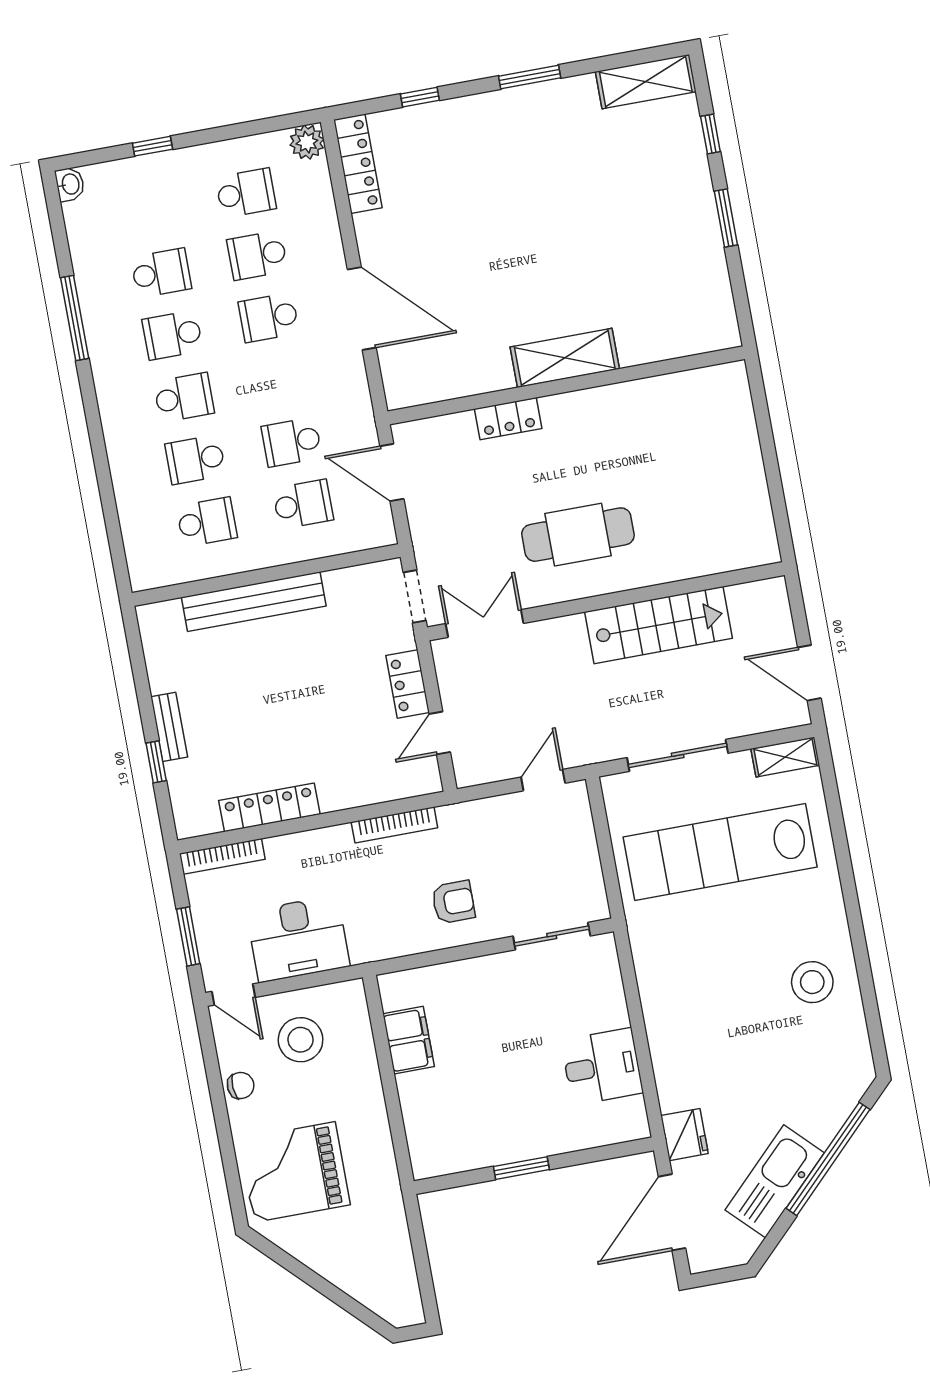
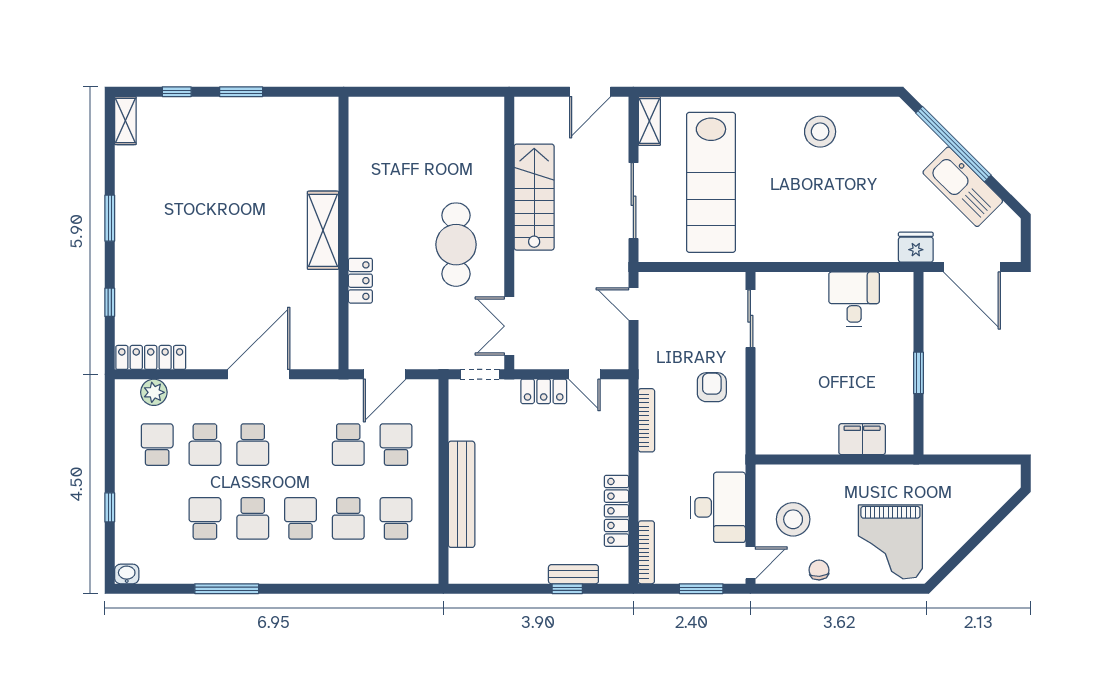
shelving: (646, 82) -> (125, 121), width x0.67, depth x0.75
plant: (307, 142) -> (154, 392), moved
bench: (169, 727) -> (573, 574), moved
filing cabinet: (409, 1040) -> (862, 439), moved

